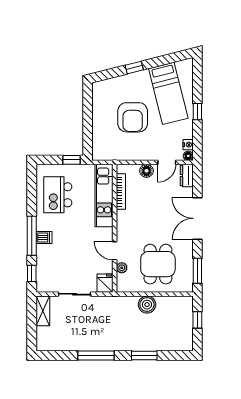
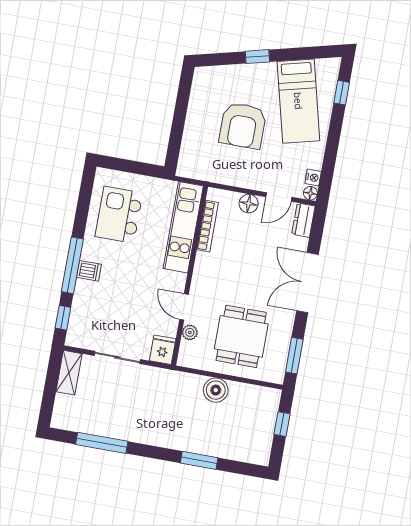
window: (197, 112) -> (342, 93), moved
window: (72, 160) -> (147, 170), removed
window: (96, 356) -> (102, 443), moved

